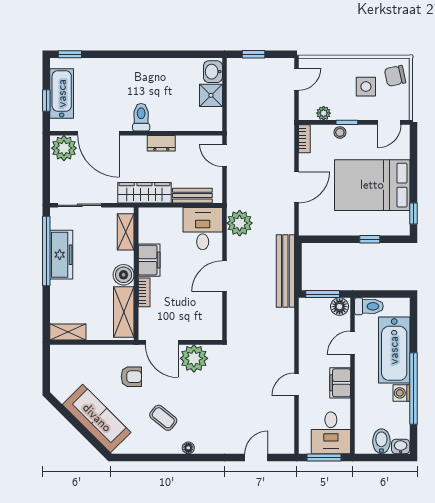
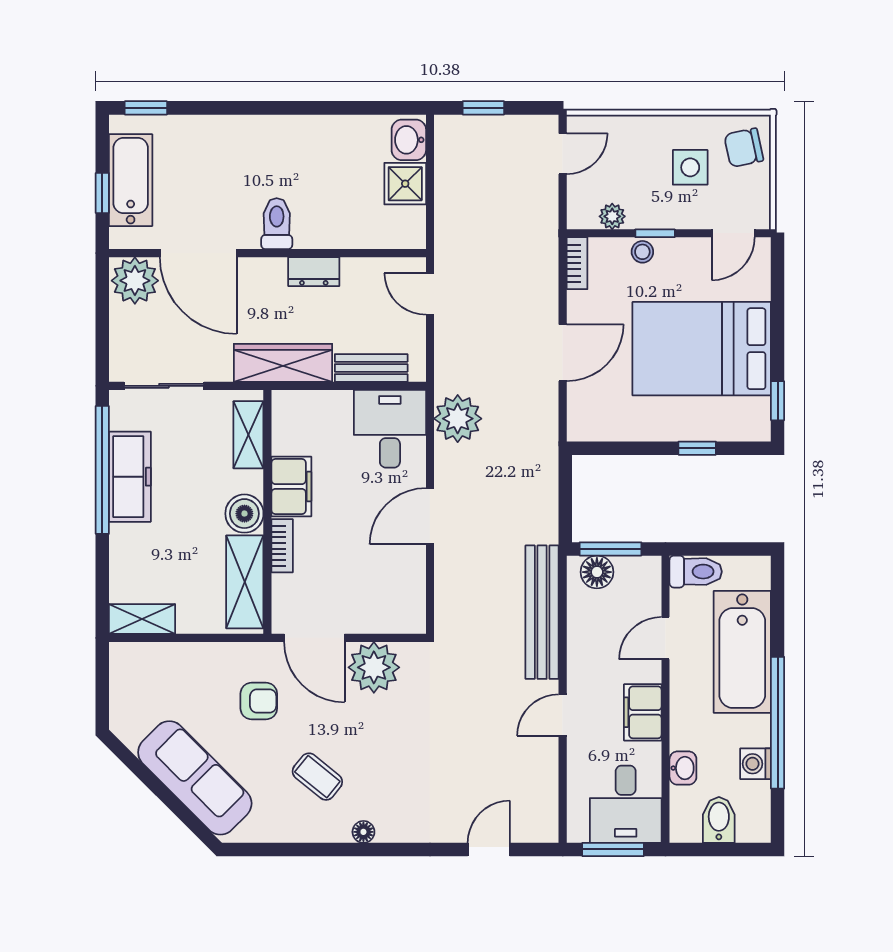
bench: (285, 271) -> (542, 612), moved
floor lamp: (340, 307) -> (597, 572), moved
washing machine: (401, 393) -> (756, 764), moved
washbasin: (401, 446) -> (683, 768), moved, turned 90

